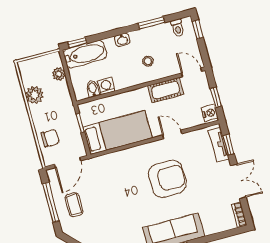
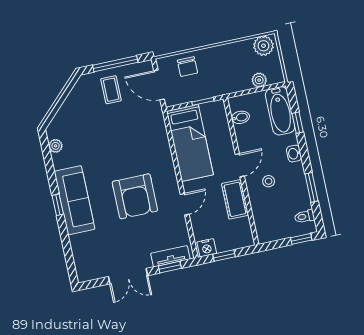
window: (77, 43) -> (298, 123), moved
door: (192, 72) -> (240, 165), moved
washing machine: (106, 86) -> (243, 133), removed
plant: (34, 95) -> (263, 46), moved
coffee table: (74, 205) -> (111, 90), turned 90
bookcase: (239, 215) -> (90, 275), removed

